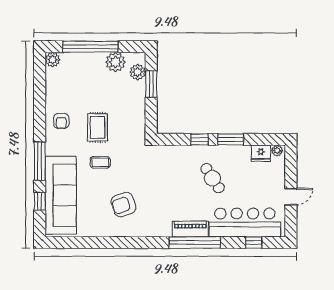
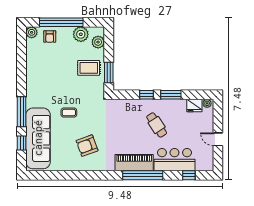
window: (151, 84) -> (109, 72), moved
armchair: (61, 121) -> (50, 36), moved
rug: (98, 127) -> (89, 68), moved, turned 90
door: (291, 197) -> (218, 139), swing flipped
bar counter: (245, 223) -> (174, 160), width x0.73
piano: (190, 229) -> (134, 163), width x1.37, depth x1.33

